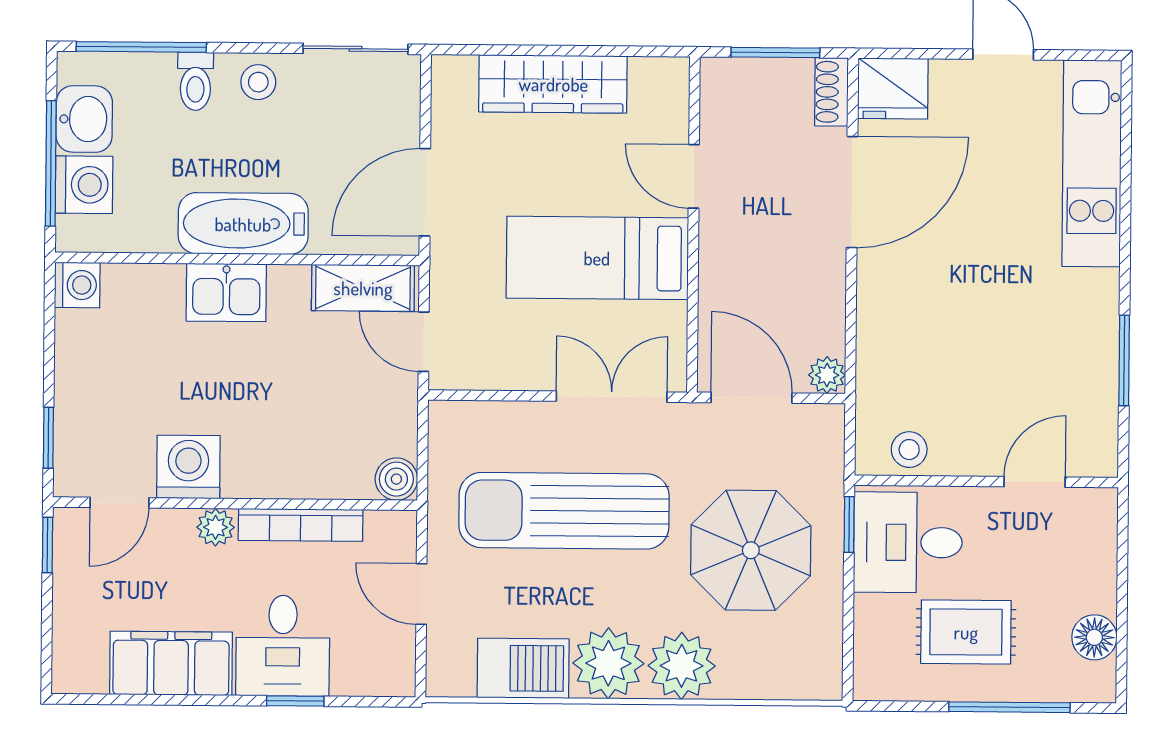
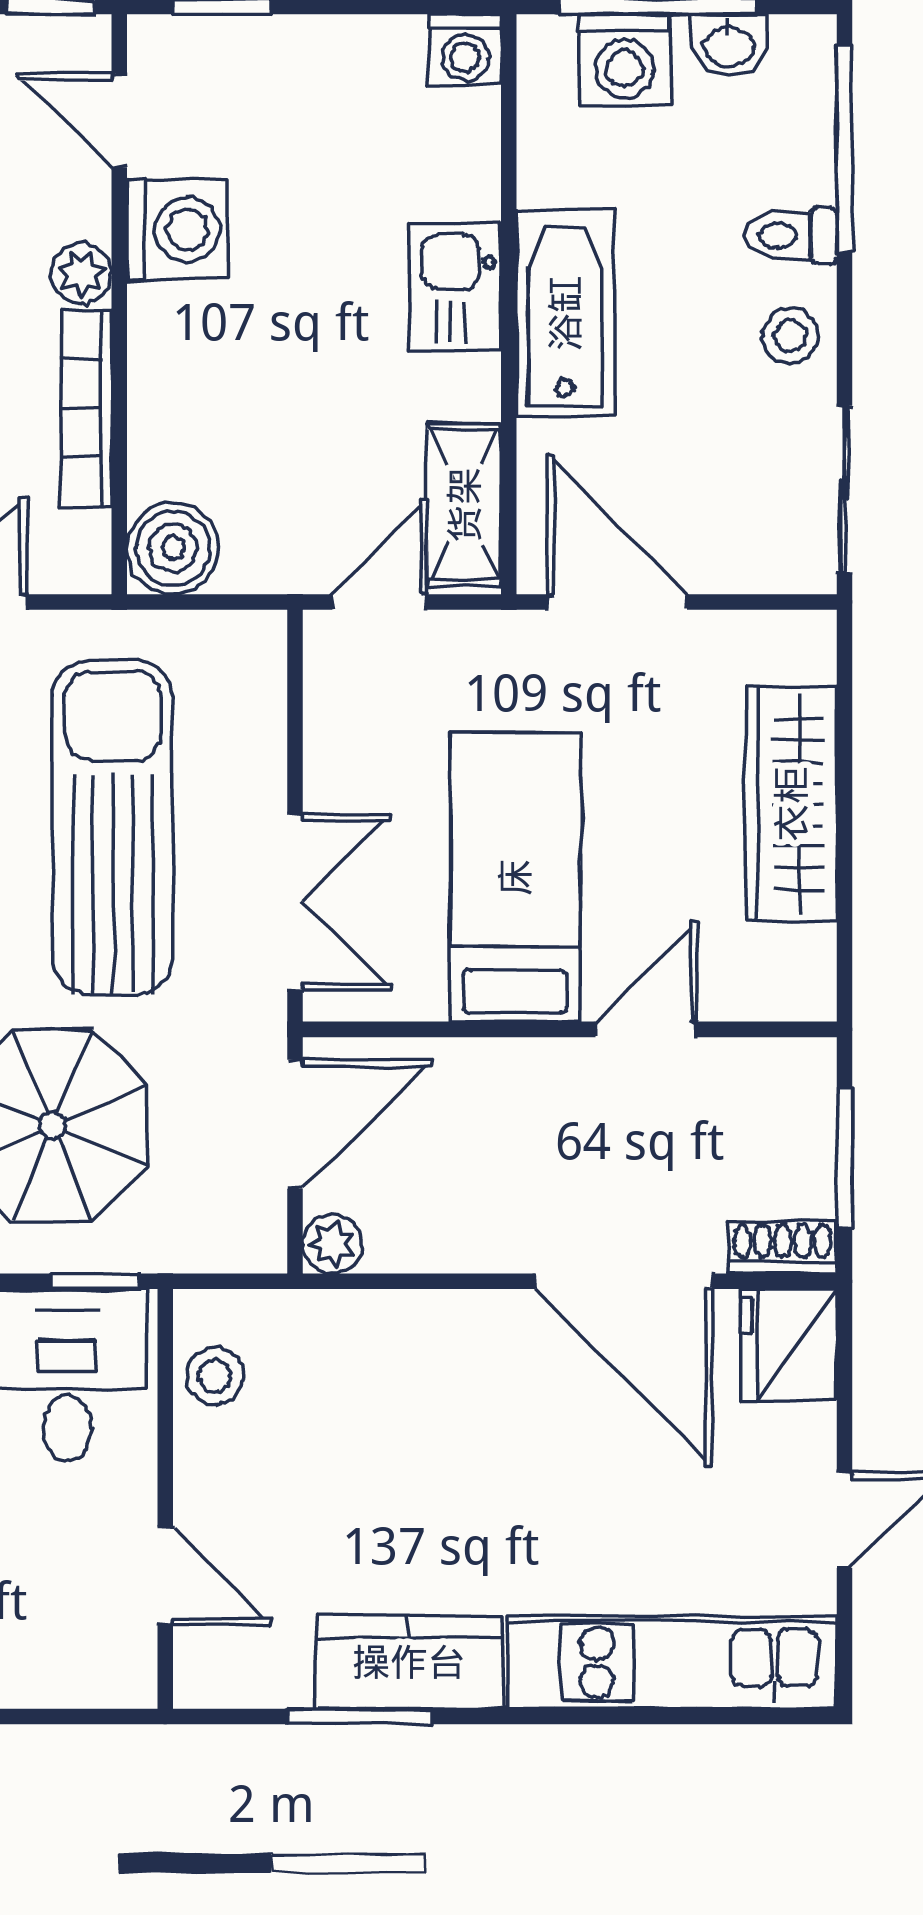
washbasin: (84, 119) -> (729, 45), width x0.72, depth x0.69
kitchen counter: (1090, 329) -> (409, 1662), added
boiler: (396, 479) -> (173, 548), width x1.36, depth x1.36

